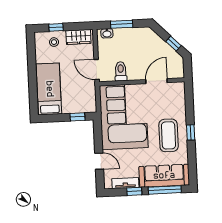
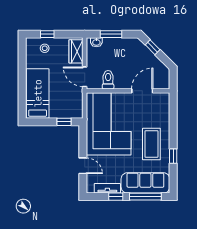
wardrobe: (78, 37) -> (76, 51), moved, turned 90
window: (173, 44) -> (153, 47), moved
window: (191, 132) -> (173, 156), moved

